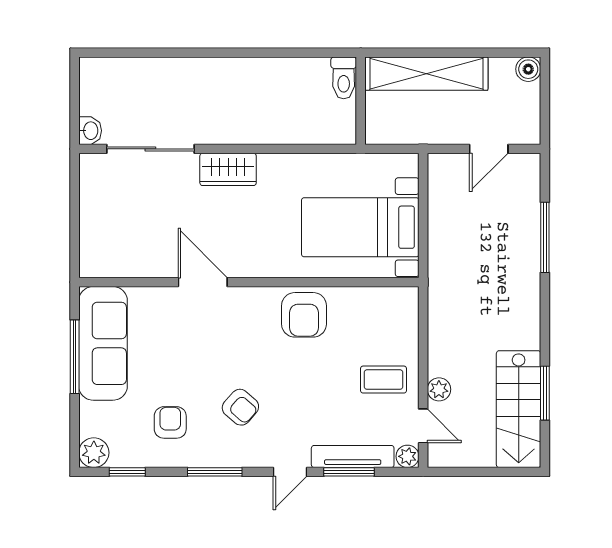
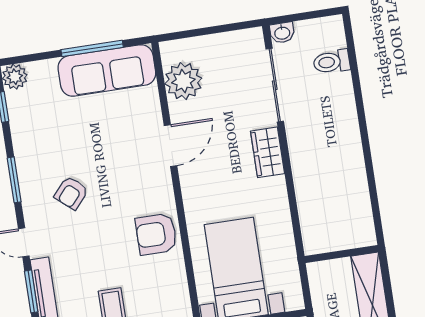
toilet: (344, 78) -> (332, 62), moved
plant: (129, 255) -> (183, 81), added
armchair: (170, 422) -> (50, 136), removed

